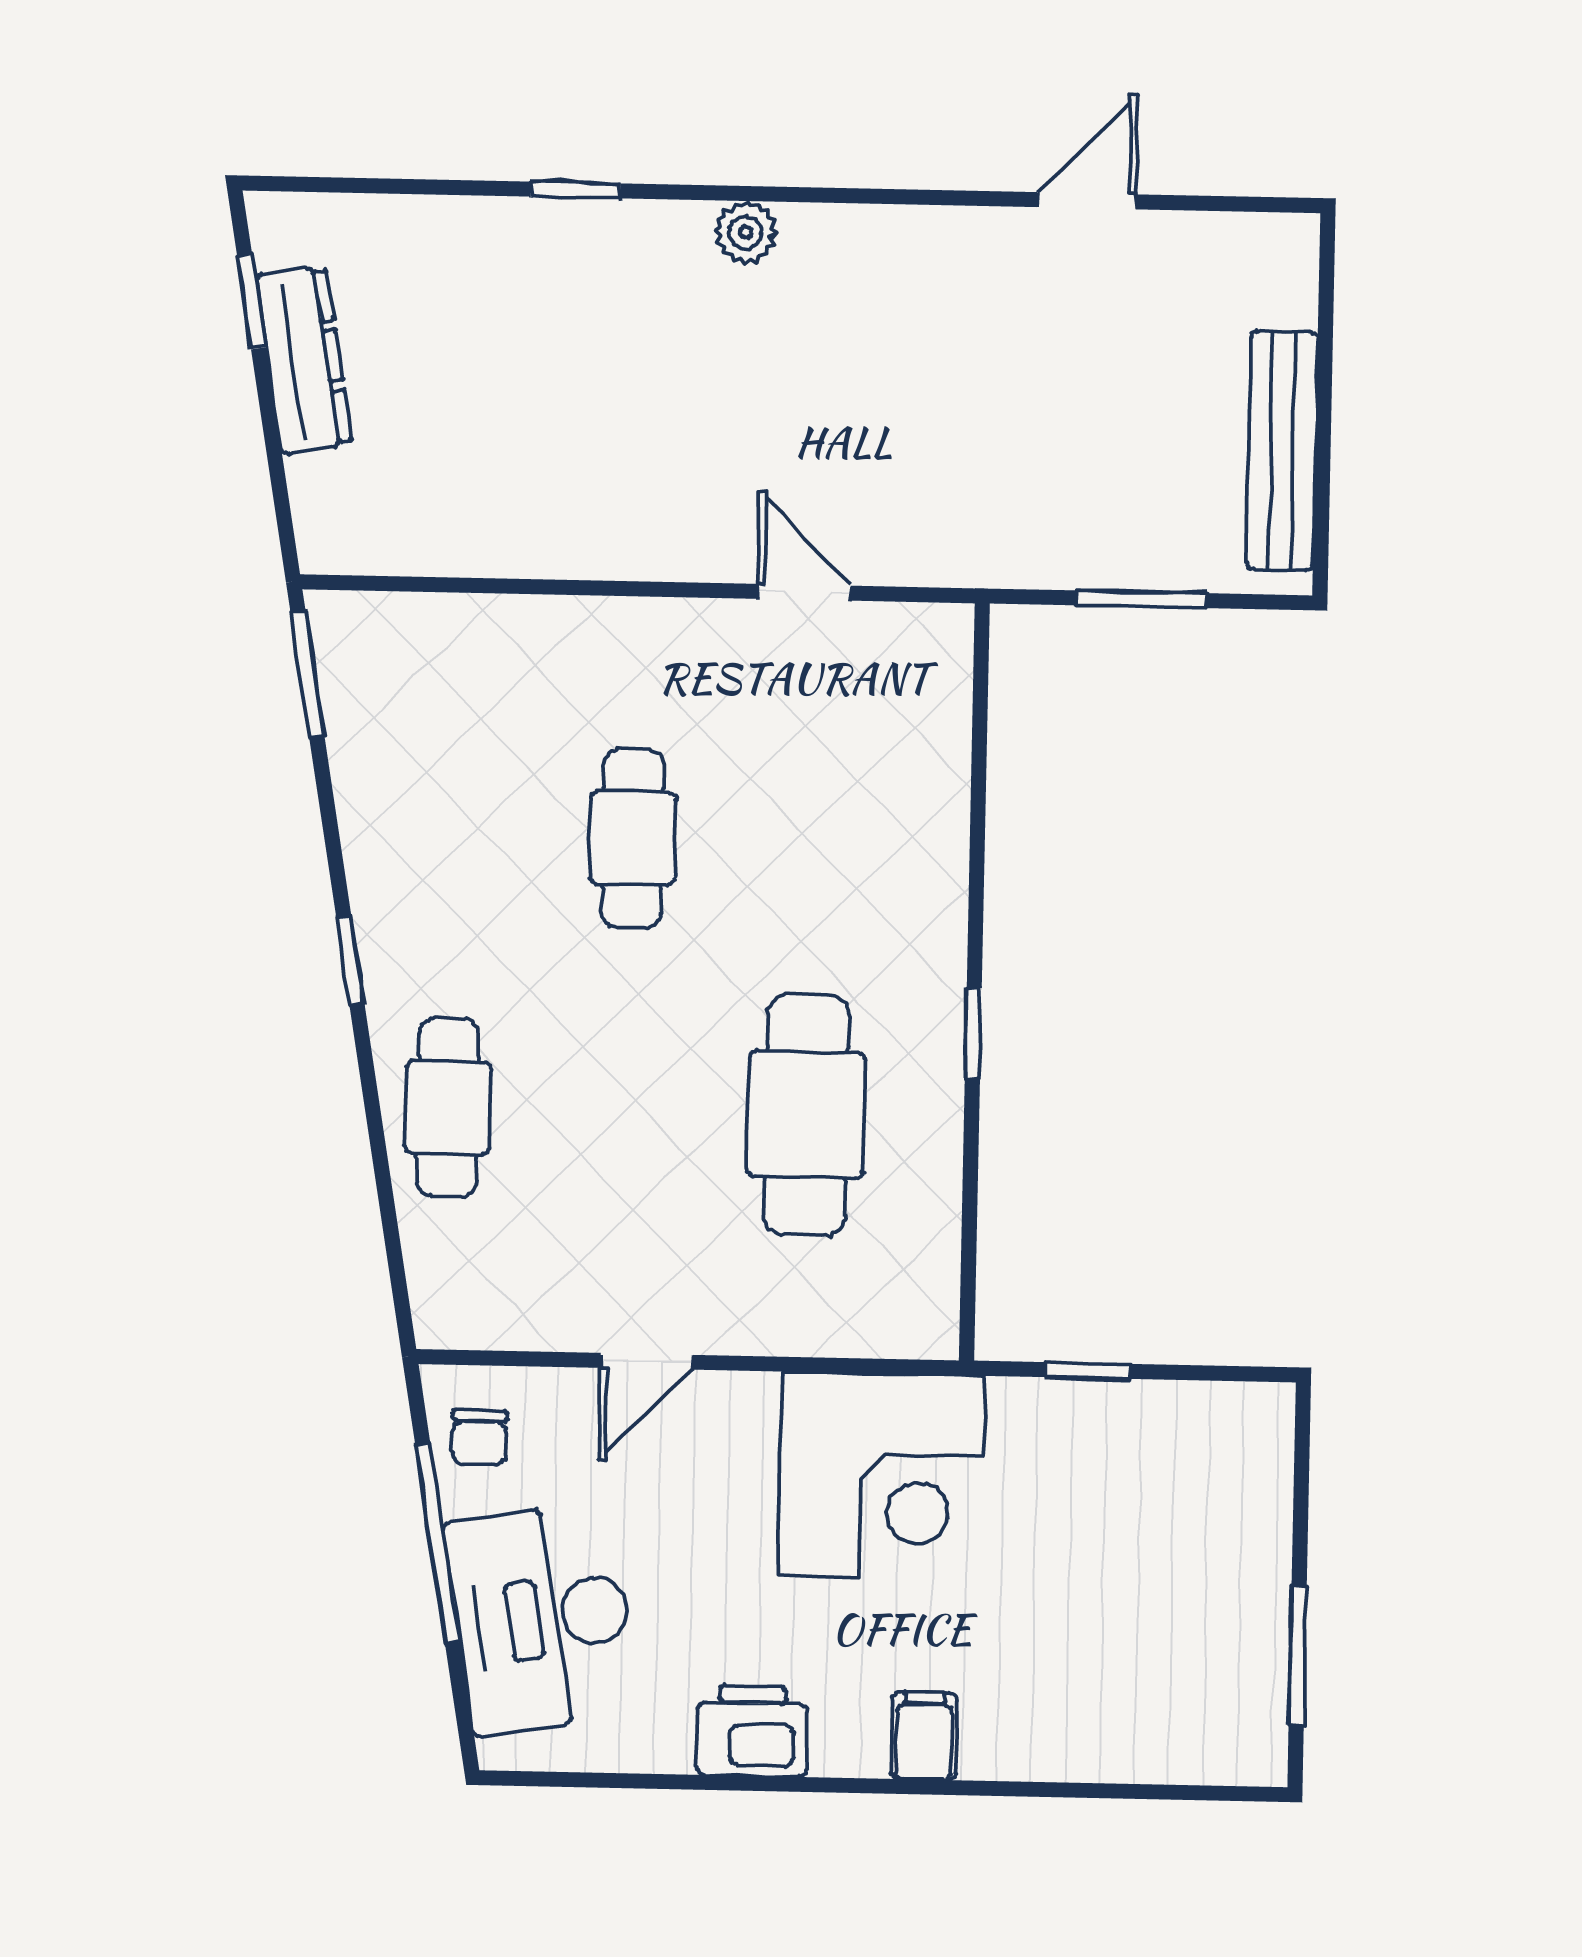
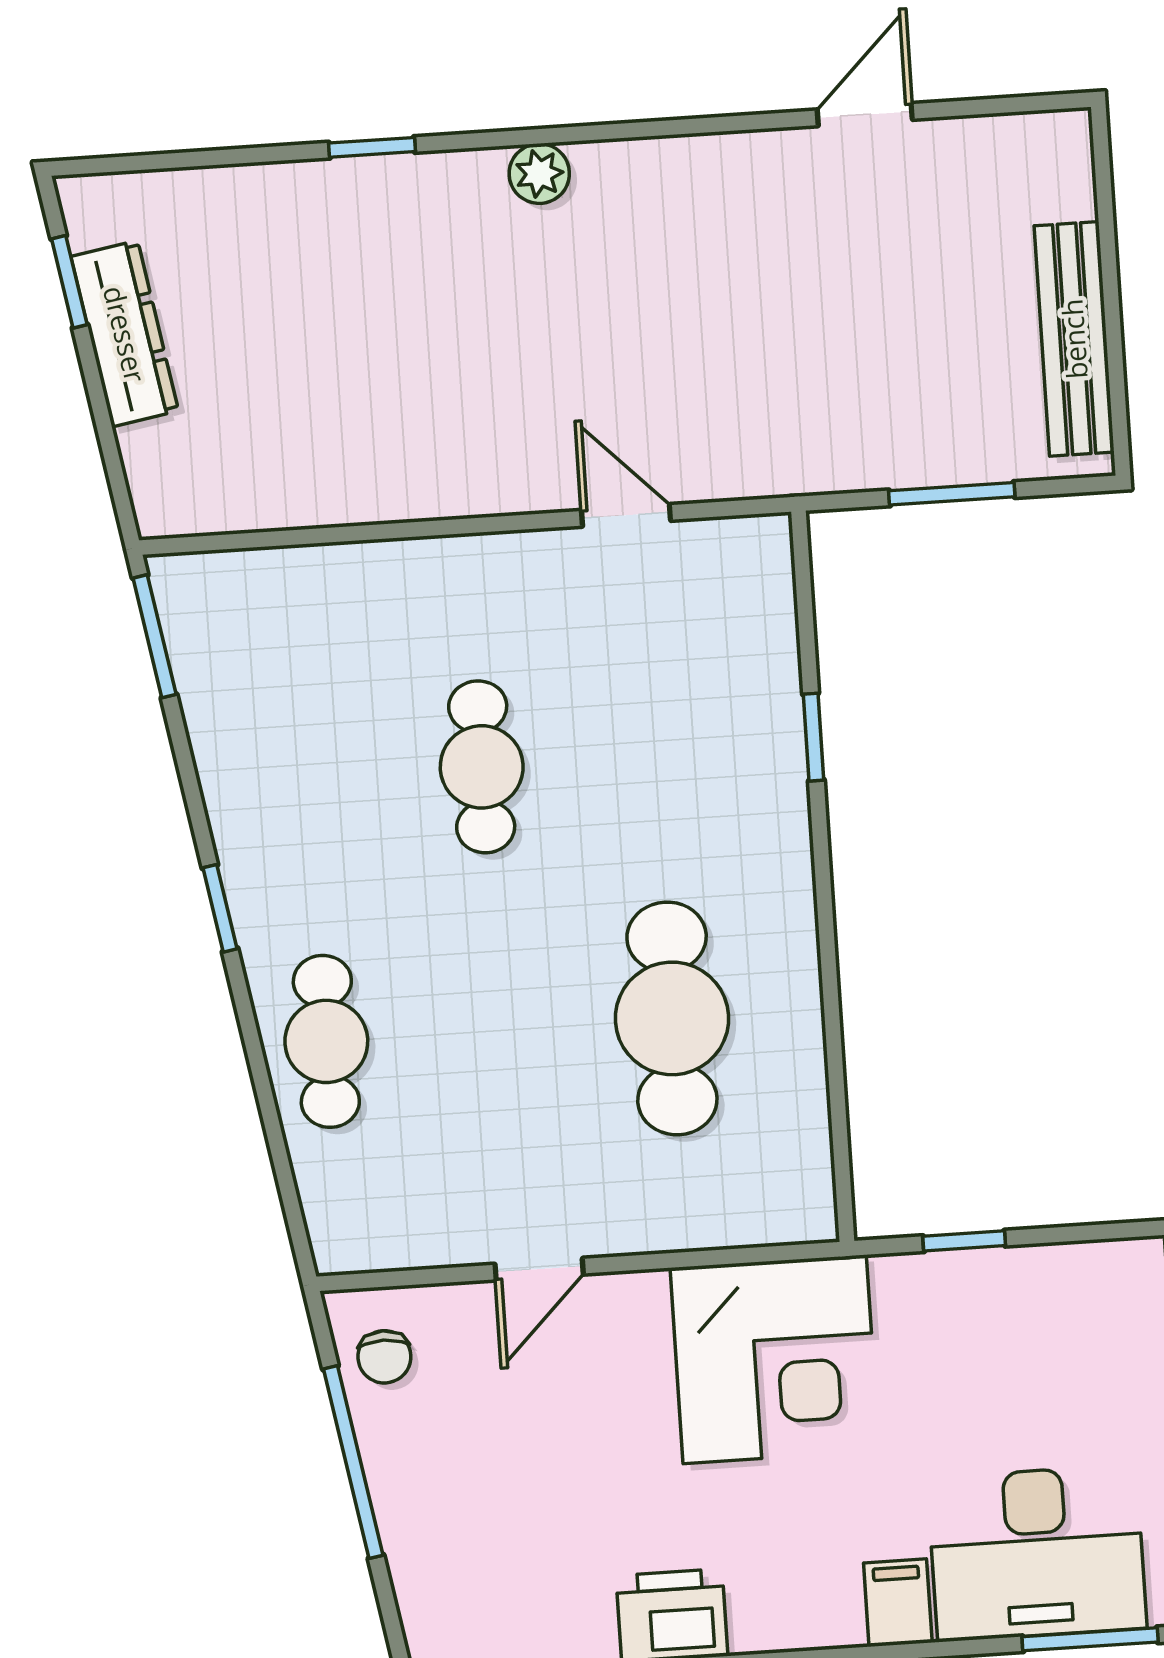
window: (973, 1033) -> (813, 737), moved
desk: (543, 1618) -> (1037, 1553), moved, turned -80
filing cabinet: (924, 1736) -> (898, 1603), moved
window: (1181, 1792) -> (1090, 1639), added

